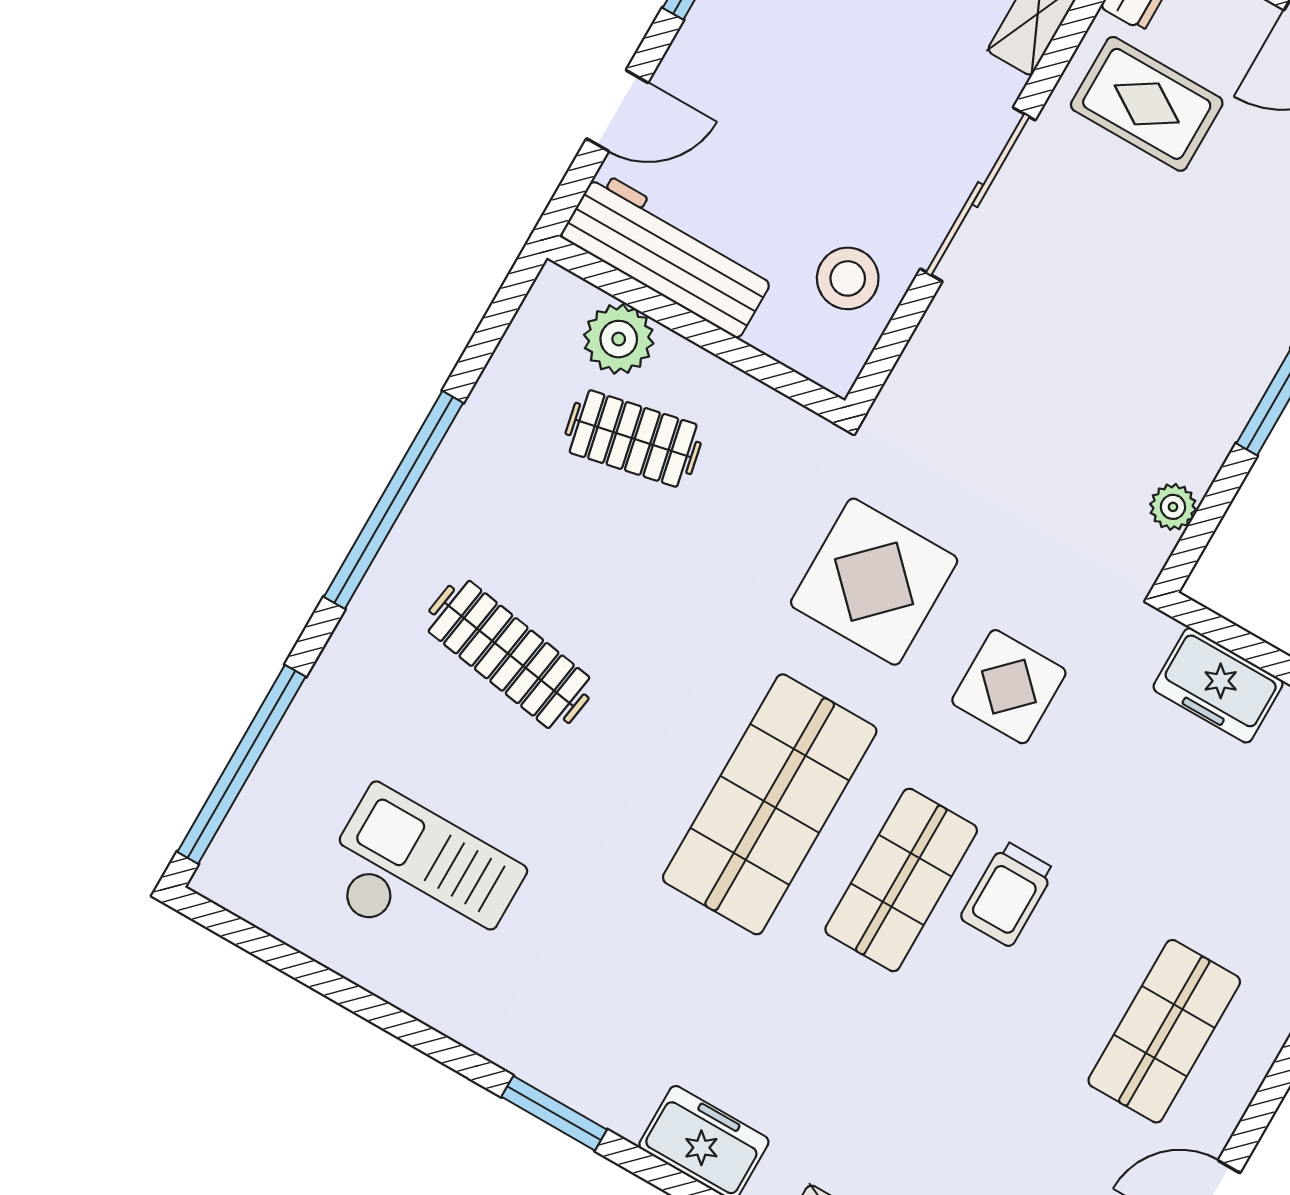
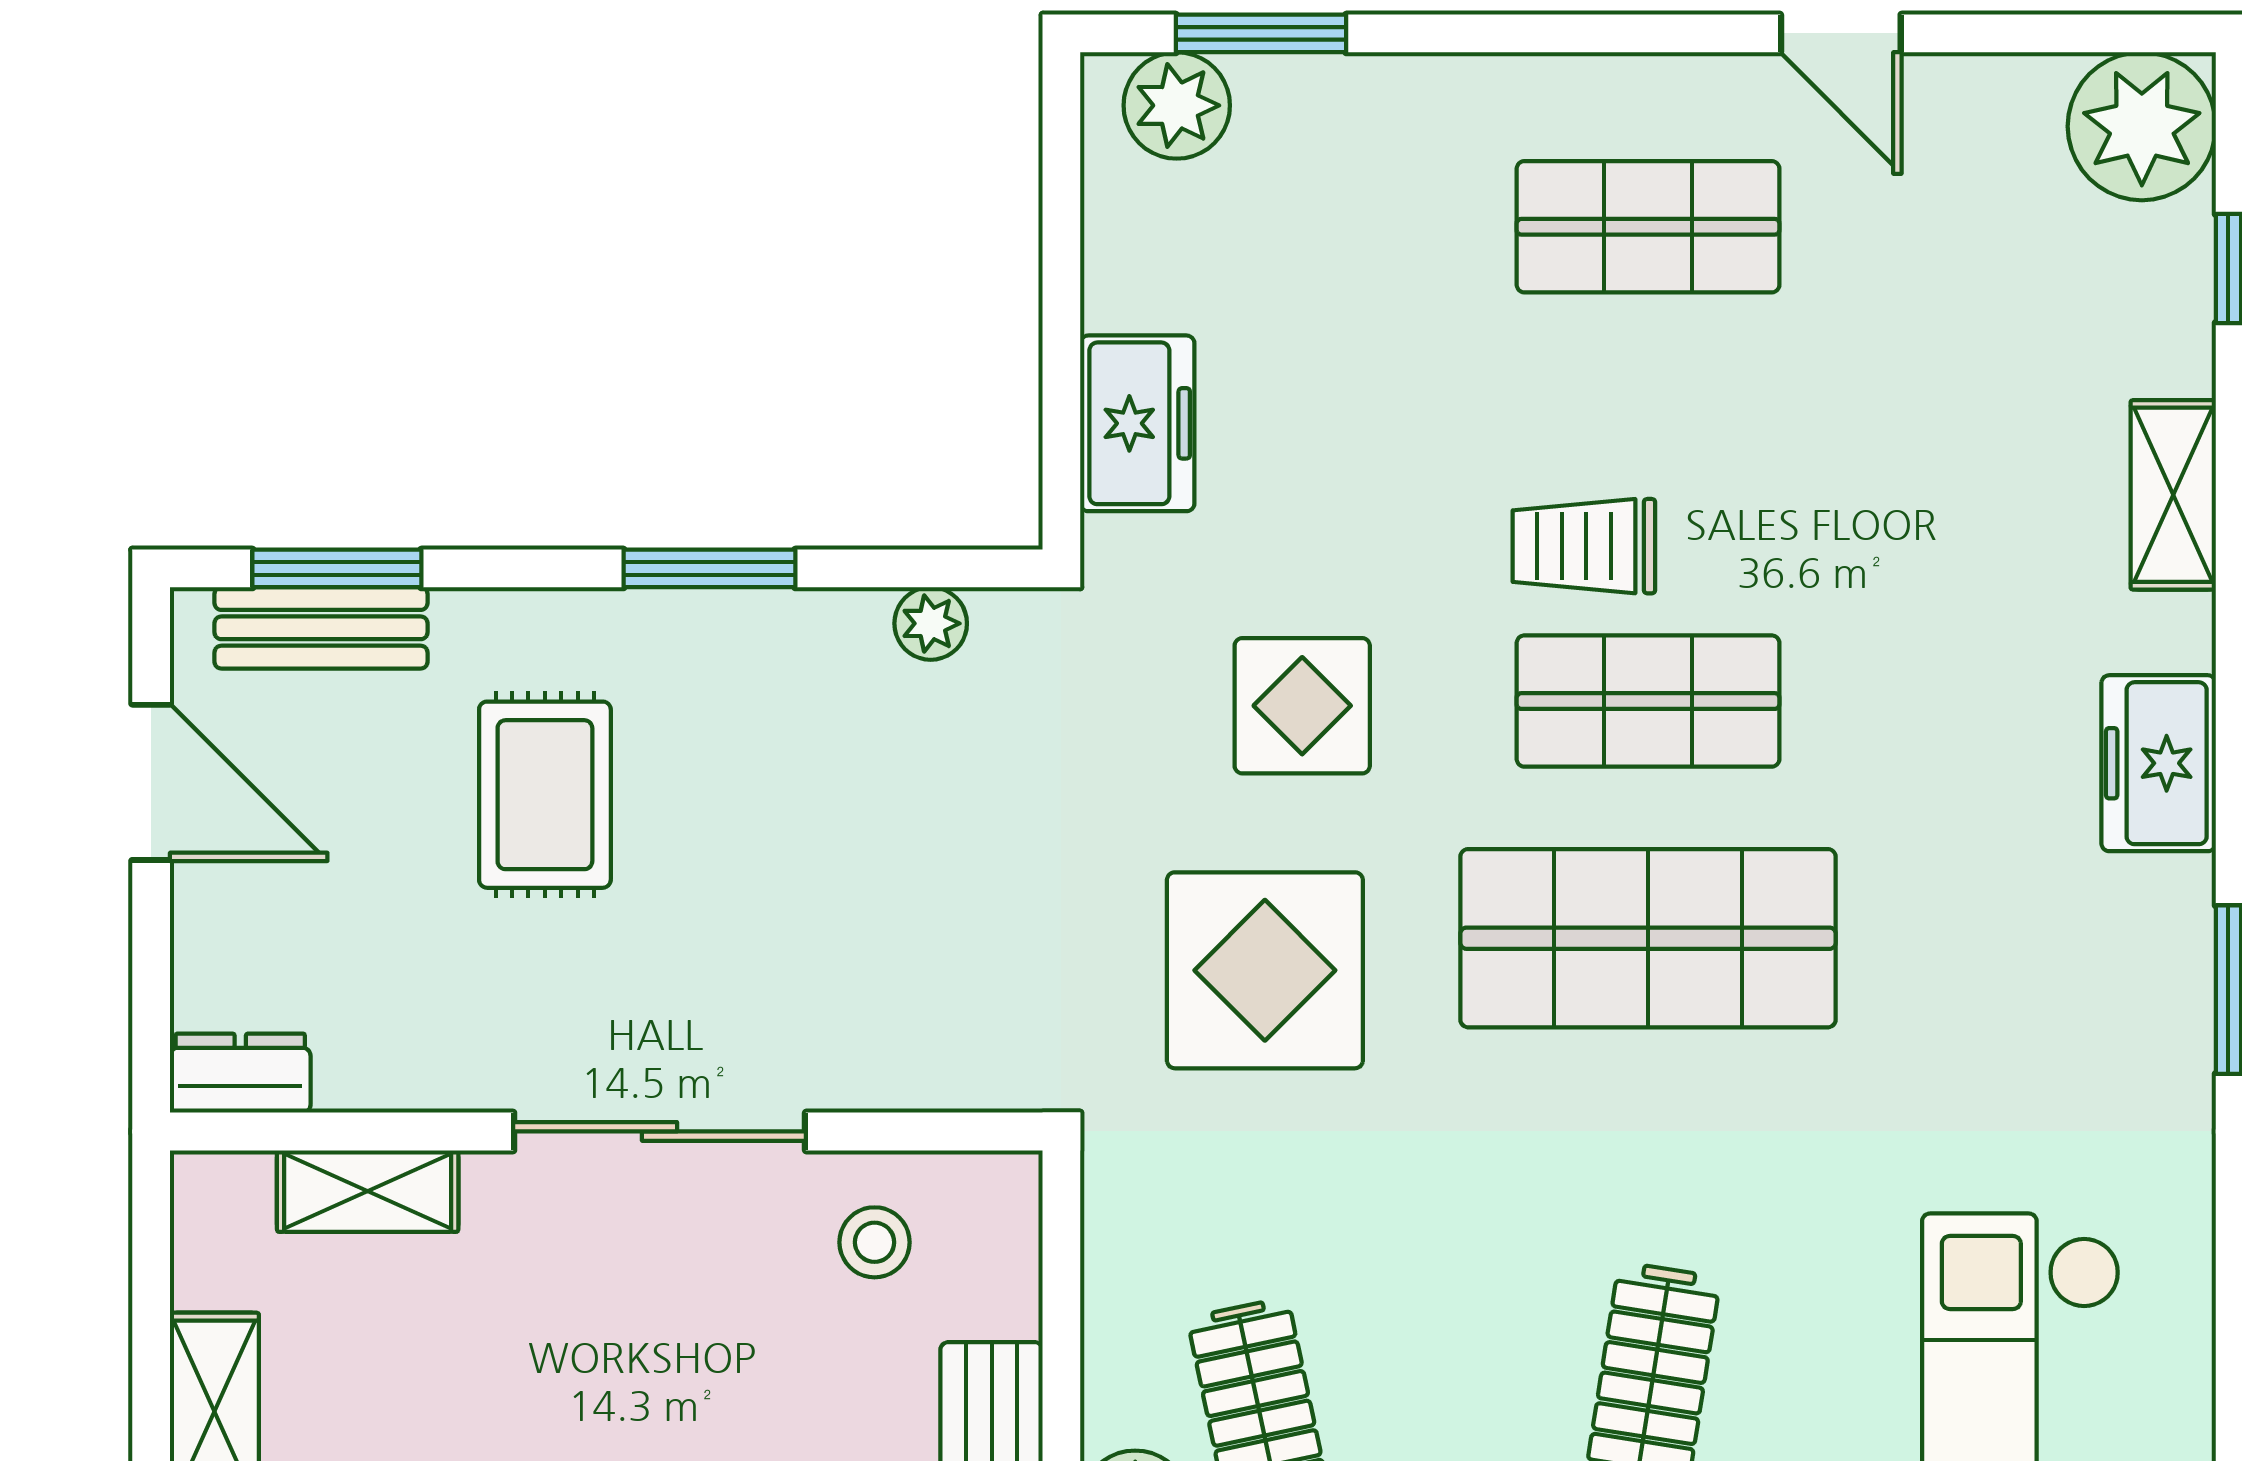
rug: (1147, 104) -> (545, 795), moved
stool: (848, 278) -> (875, 1242), width x0.73, depth x0.73
trolley: (1008, 894) -> (1584, 546), turned 180

